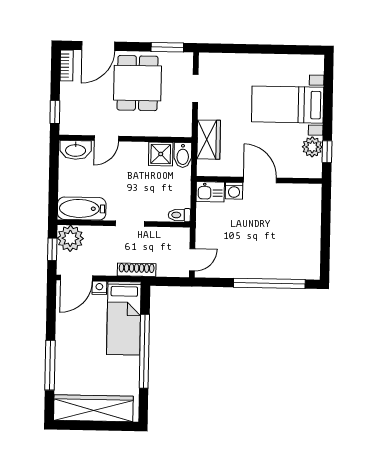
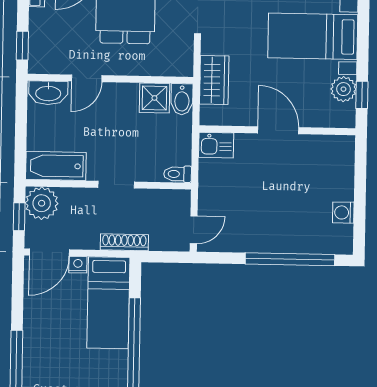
washing machine: (234, 191) -> (343, 213), moved, turned 90

